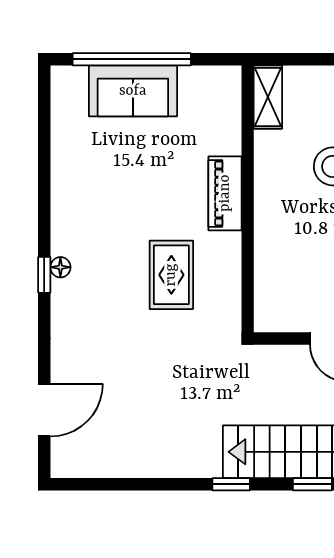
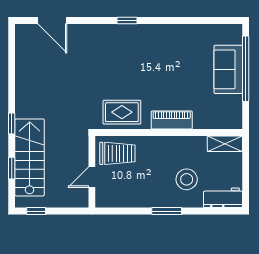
floor lamp: (60, 267) -> (131, 29), removed
rug: (171, 275) -> (122, 112), moved
trolley: (286, 292) -> (117, 153), added

